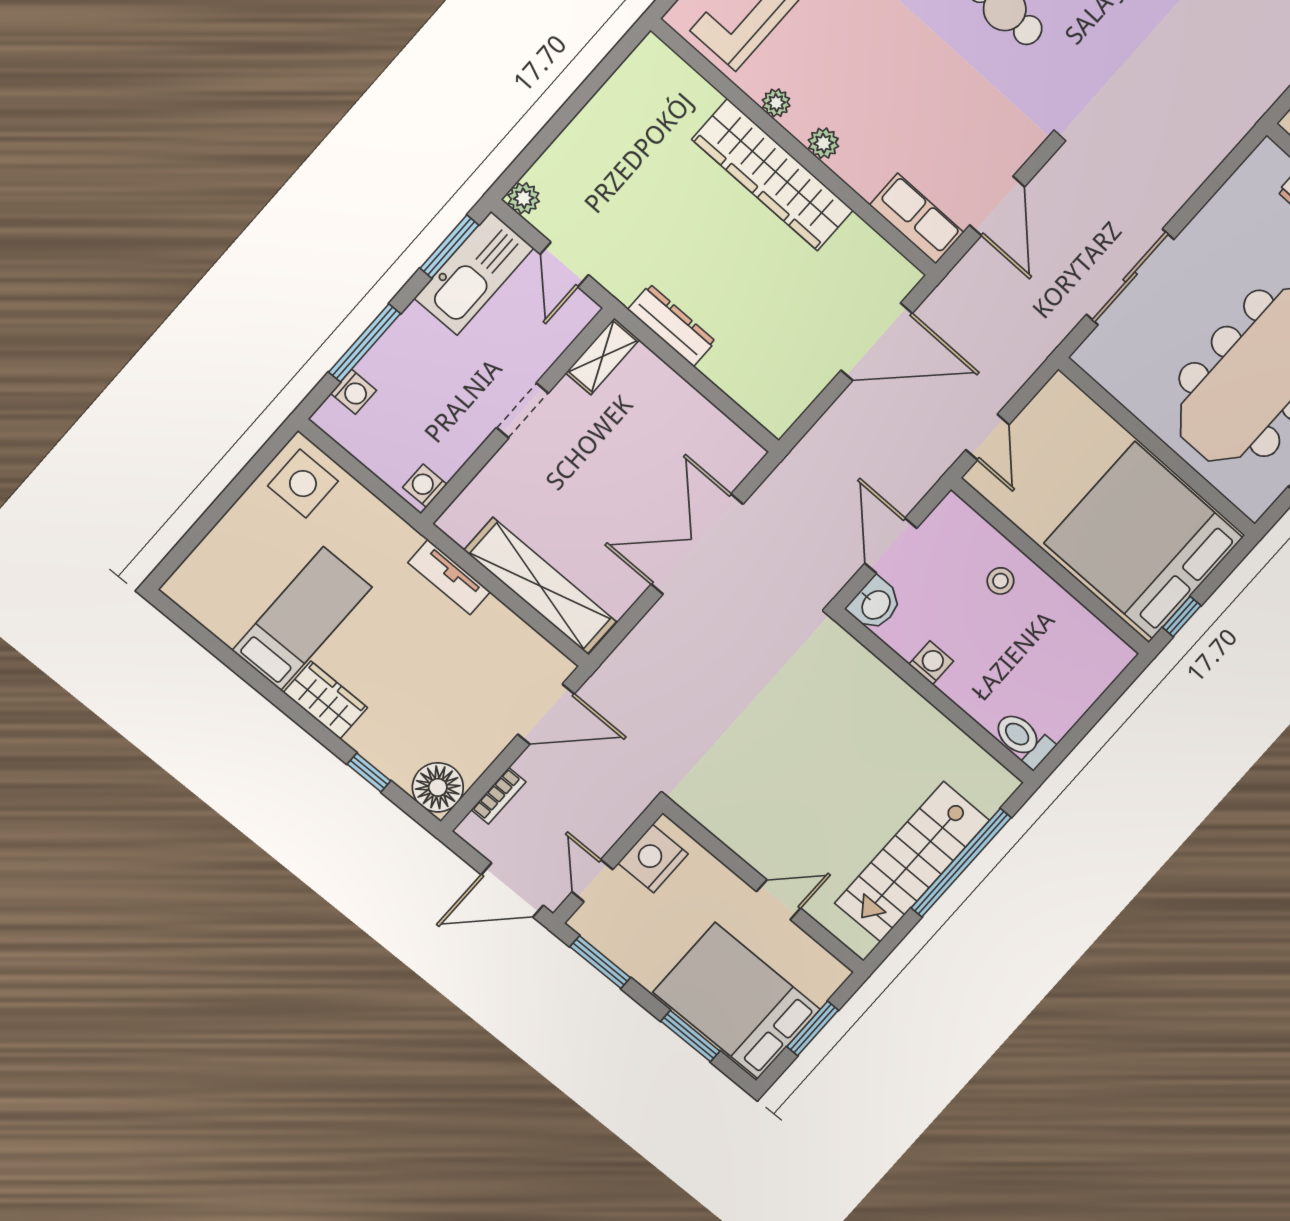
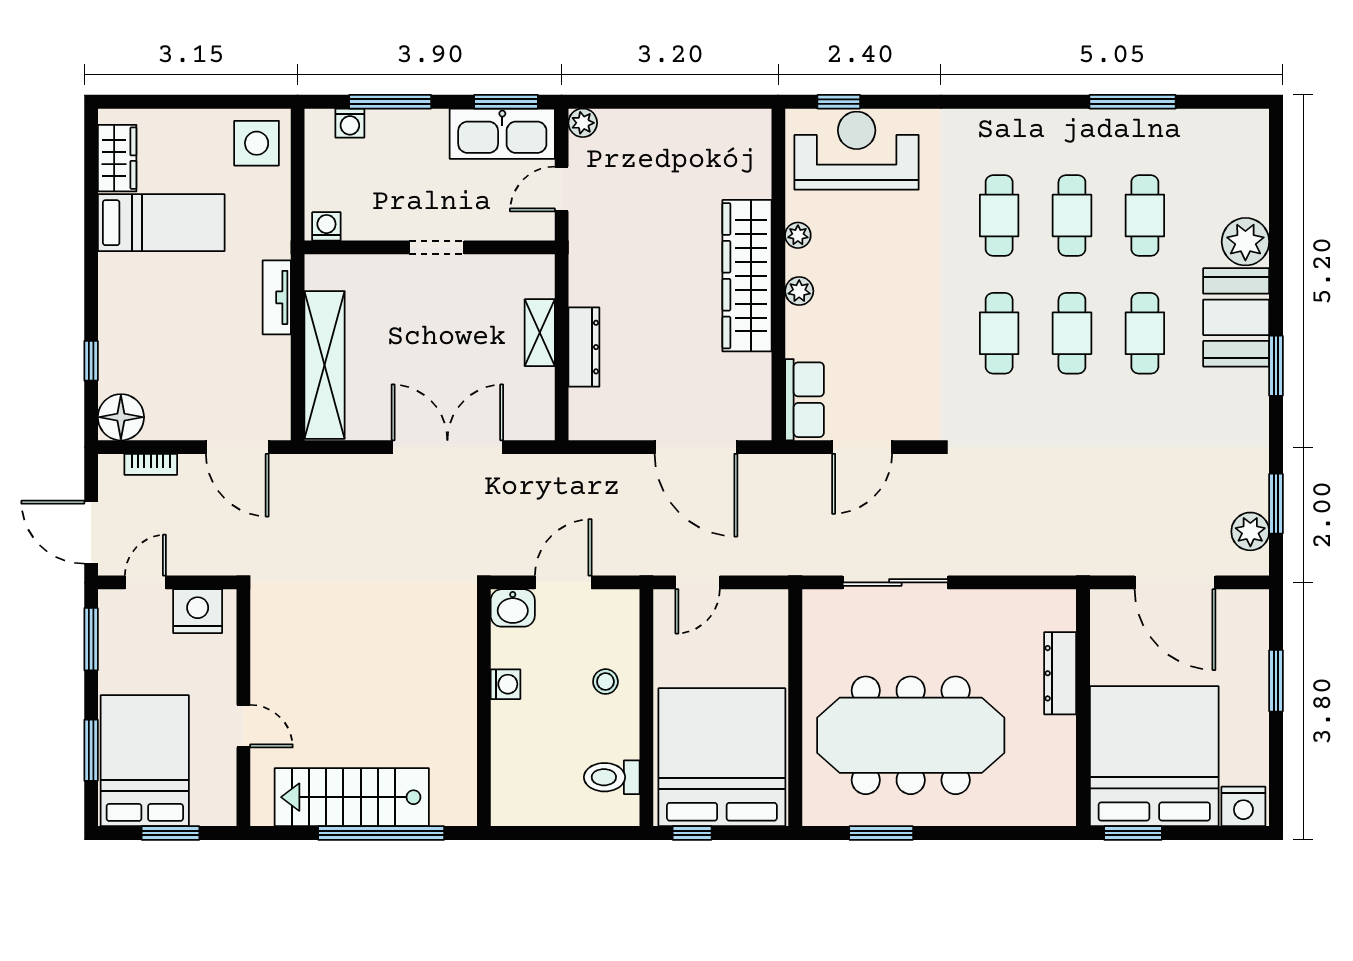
dresser: (672, 325) -> (584, 347), moved
shelving: (603, 356) -> (540, 333), moved, turned 90
wardrobe: (325, 700) -> (117, 158), moved
toilet: (1023, 739) -> (612, 777), moved, turned -90

